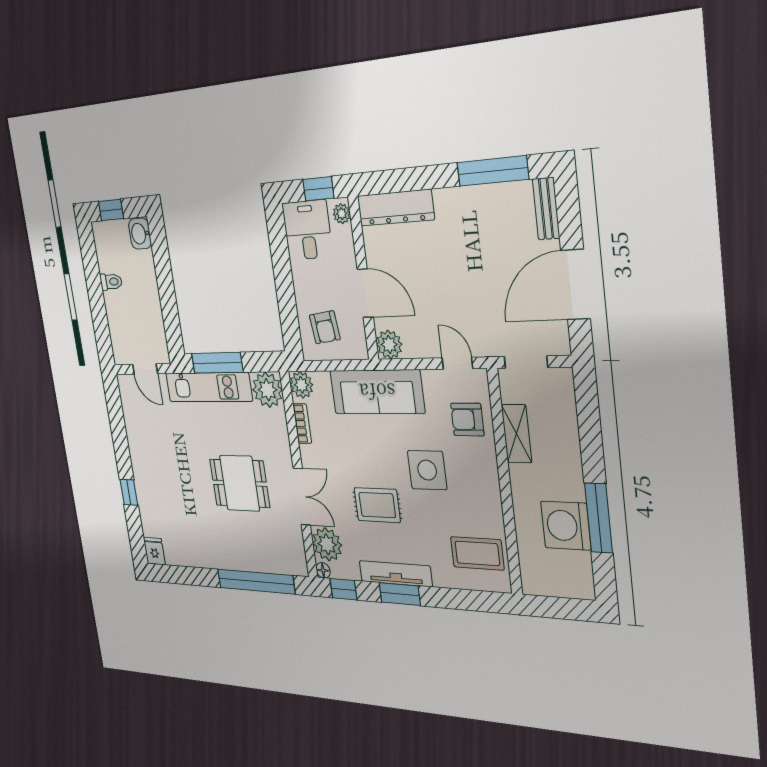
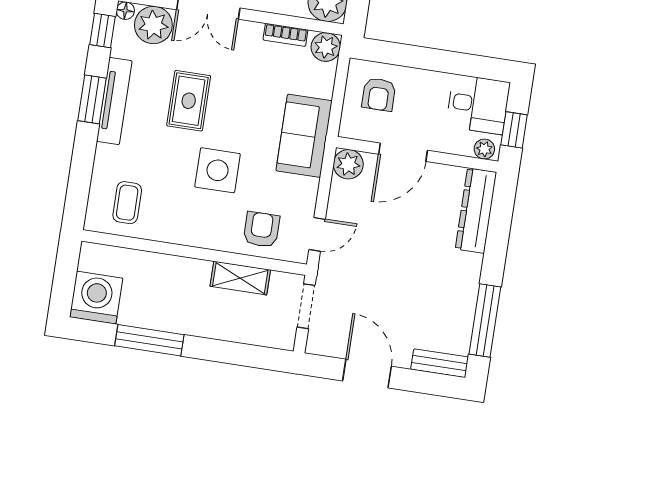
door: (576, 285) -> (367, 374), width x0.73
armchair: (325, 327) -> (379, 94), turned -83
sofa: (377, 392) -> (304, 136), width x0.73
washing machine: (566, 526) -> (96, 298), moved
coffee table: (477, 553) -> (127, 203), width x0.73, depth x0.77

